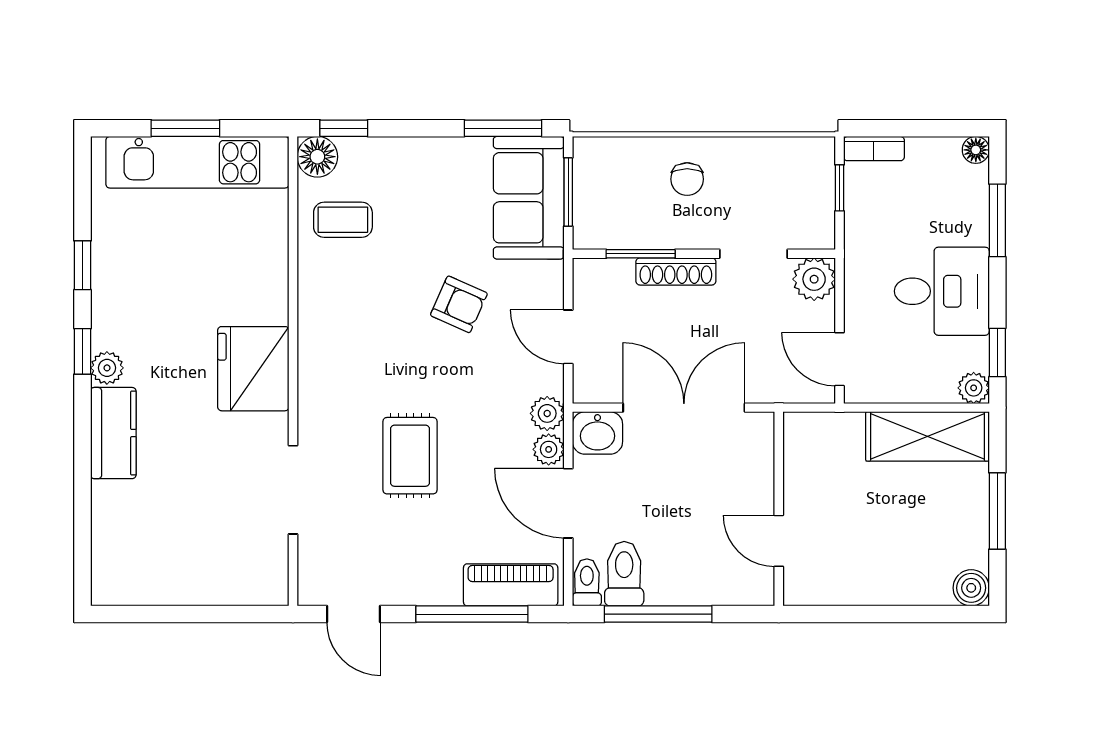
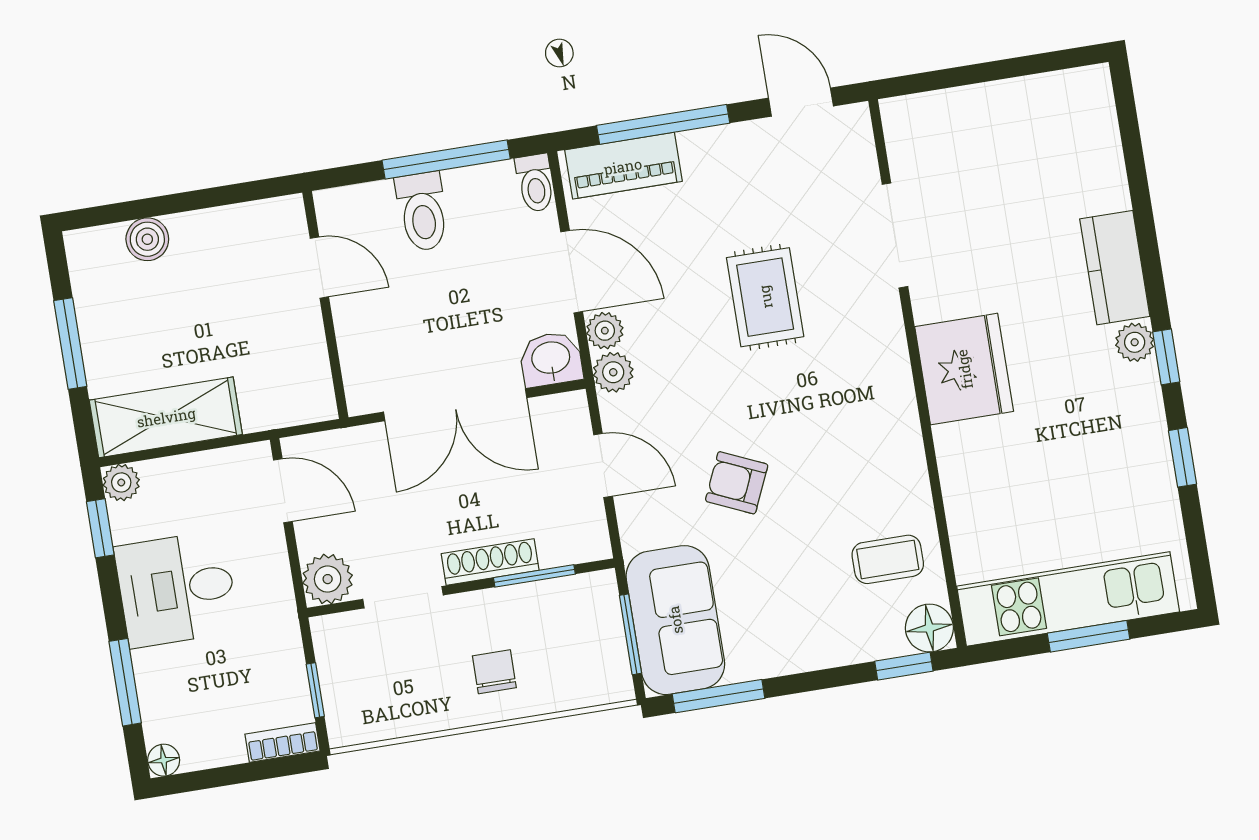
toilet: (624, 574) -> (422, 212), moved
boiler: (971, 588) -> (147, 239), moved

